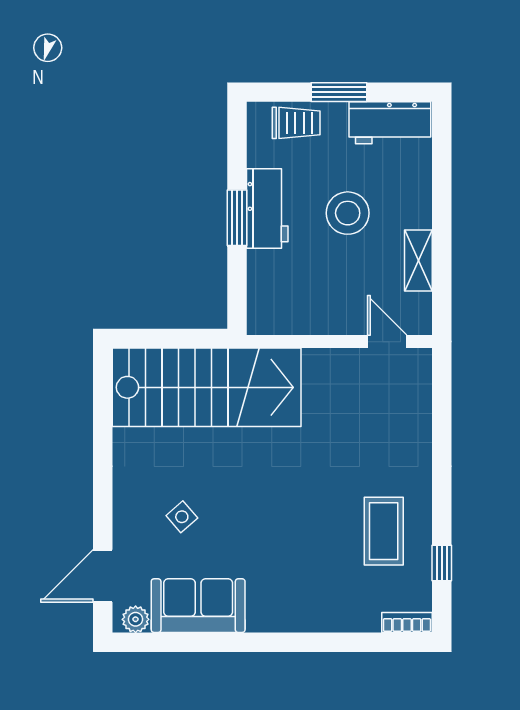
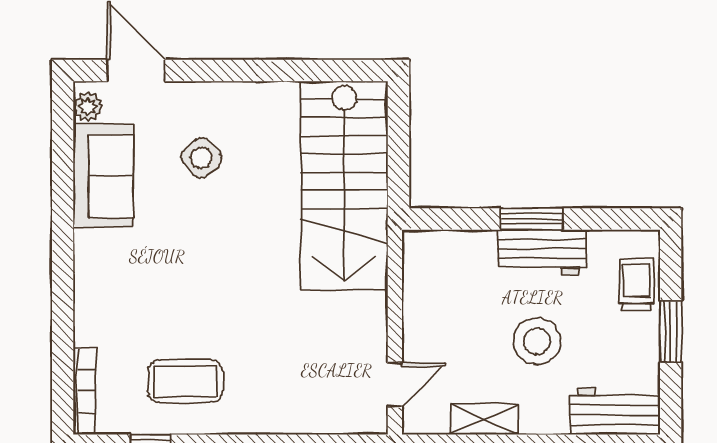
trolley: (296, 123) -> (637, 284), turned 180
workbench: (390, 123) -> (615, 411), moved, turned 90
side table: (182, 517) -> (201, 158), width x1.37, depth x1.37
bookcase: (407, 623) -> (84, 391), width x1.56

